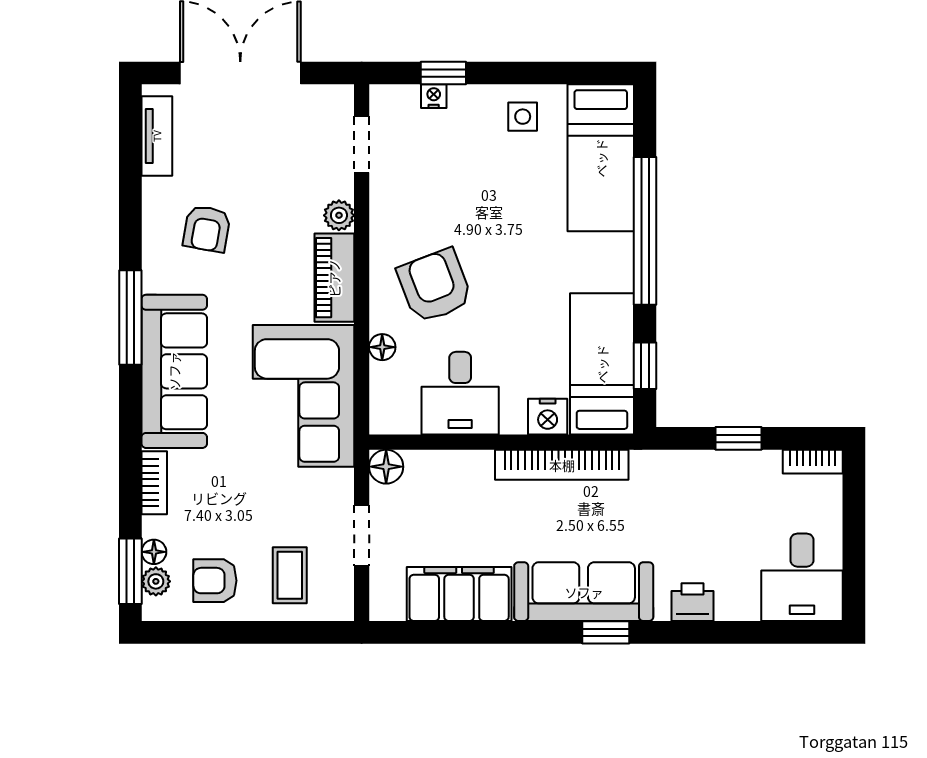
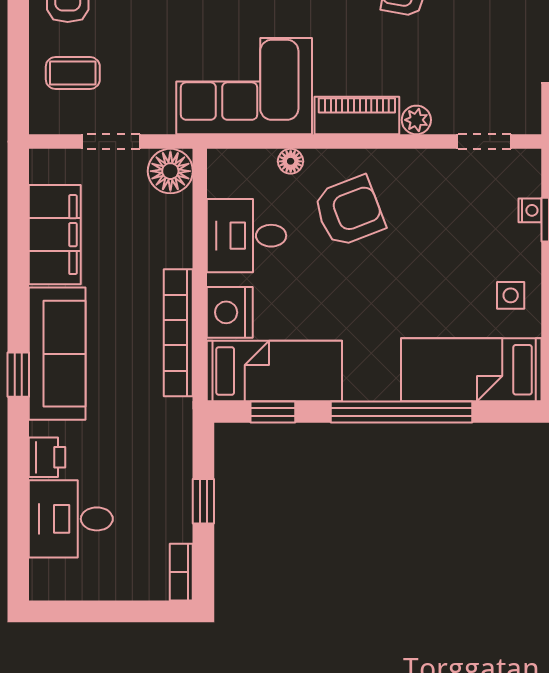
nightstand: (548, 417) -> (230, 312), width x1.36, depth x1.33
floor lamp: (386, 467) -> (170, 171), width x1.38, depth x1.38
desk: (802, 577) -> (71, 519), moved

